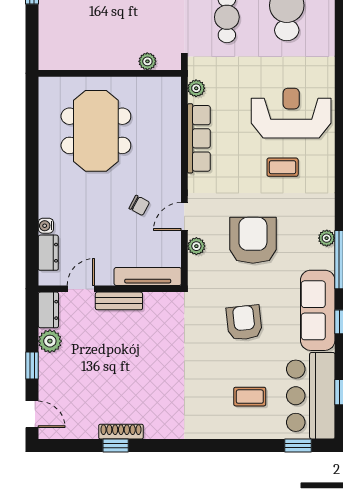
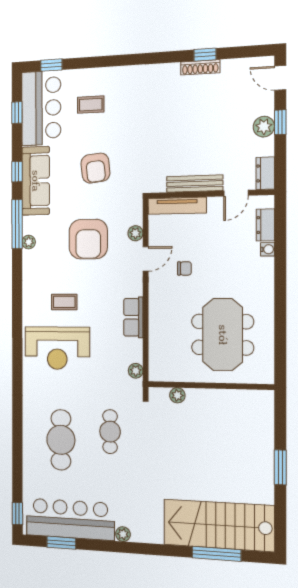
row of seats: (199, 138) -> (133, 317), width x0.68
chair: (139, 205) -> (184, 268), turned 152
bench: (119, 301) -> (195, 184), width x1.36
plant: (50, 341) -> (264, 127), moved

